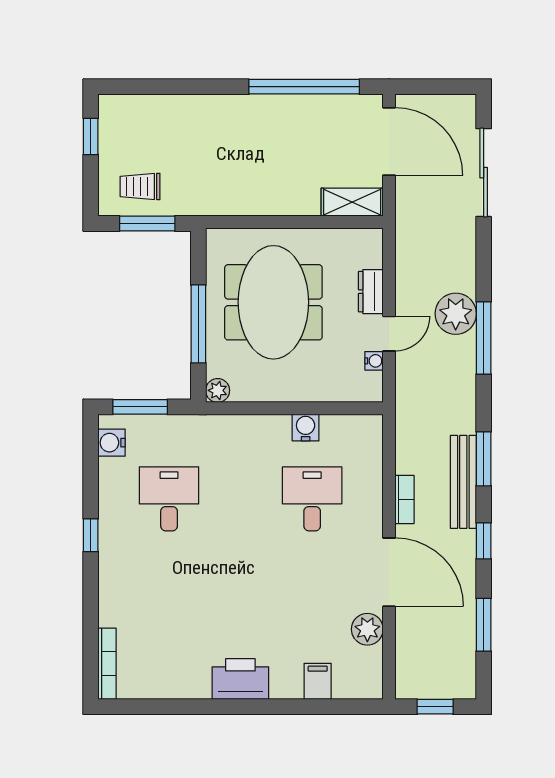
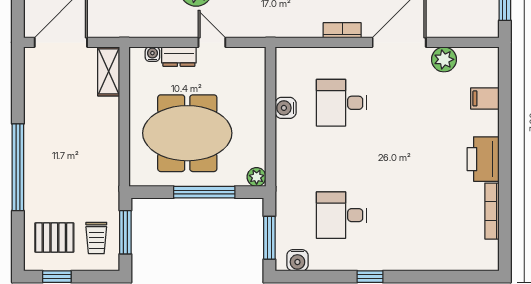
window: (304, 87) -> (18, 167), moved
pallet: (141, 133) -> (54, 238), added
water cooler: (374, 361) -> (152, 54), moved
bookcase: (107, 664) -> (492, 211), moved, turned -90

